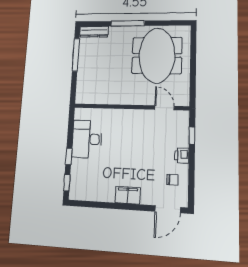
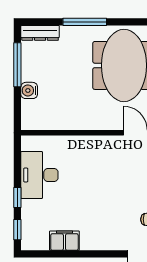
water cooler: (83, 74) -> (29, 90), added
filing cabinet: (128, 195) -> (64, 241), moved

